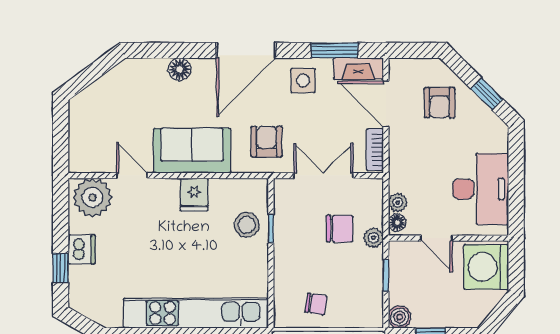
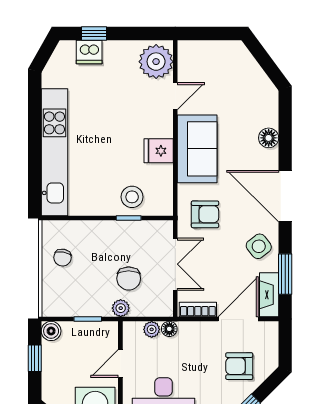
side table: (303, 80) -> (259, 246), turned -38
floor lamp: (397, 223) -> (169, 329), moved
dishwasher: (82, 249) -> (89, 52), moved

